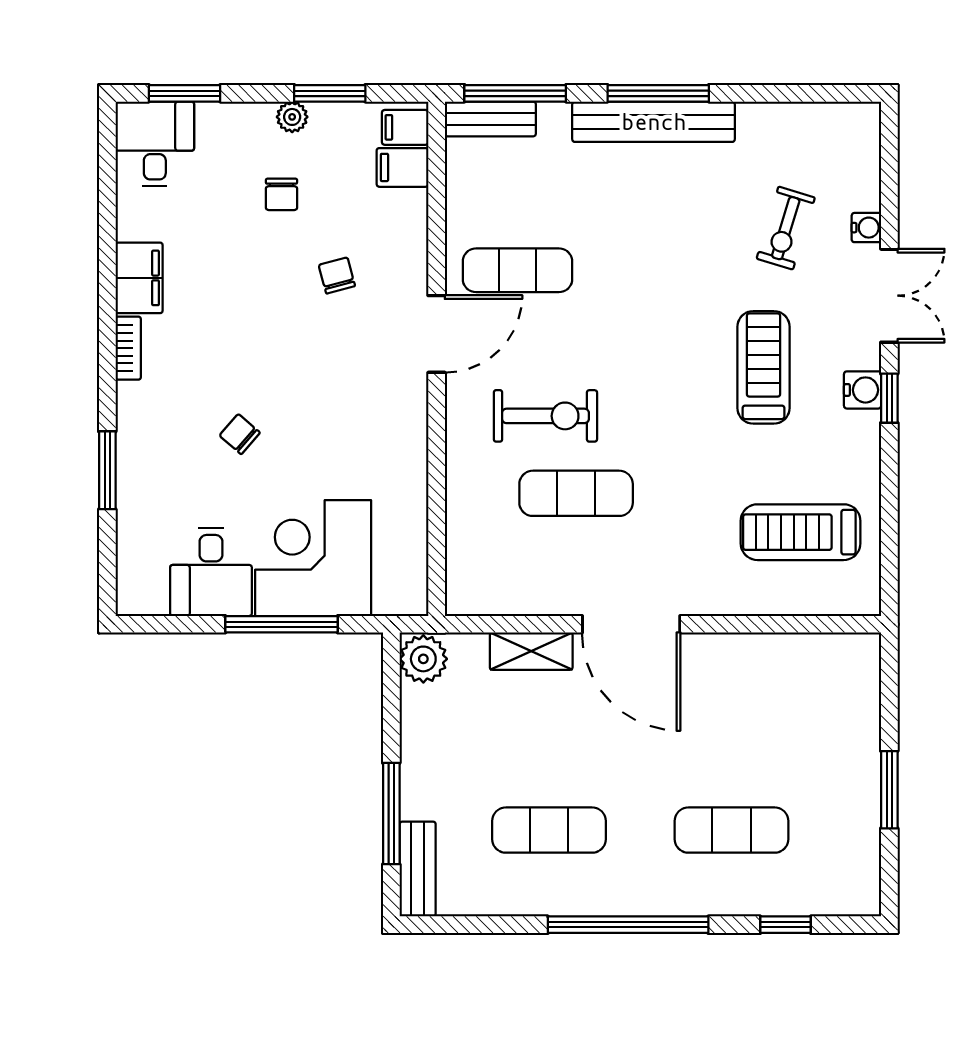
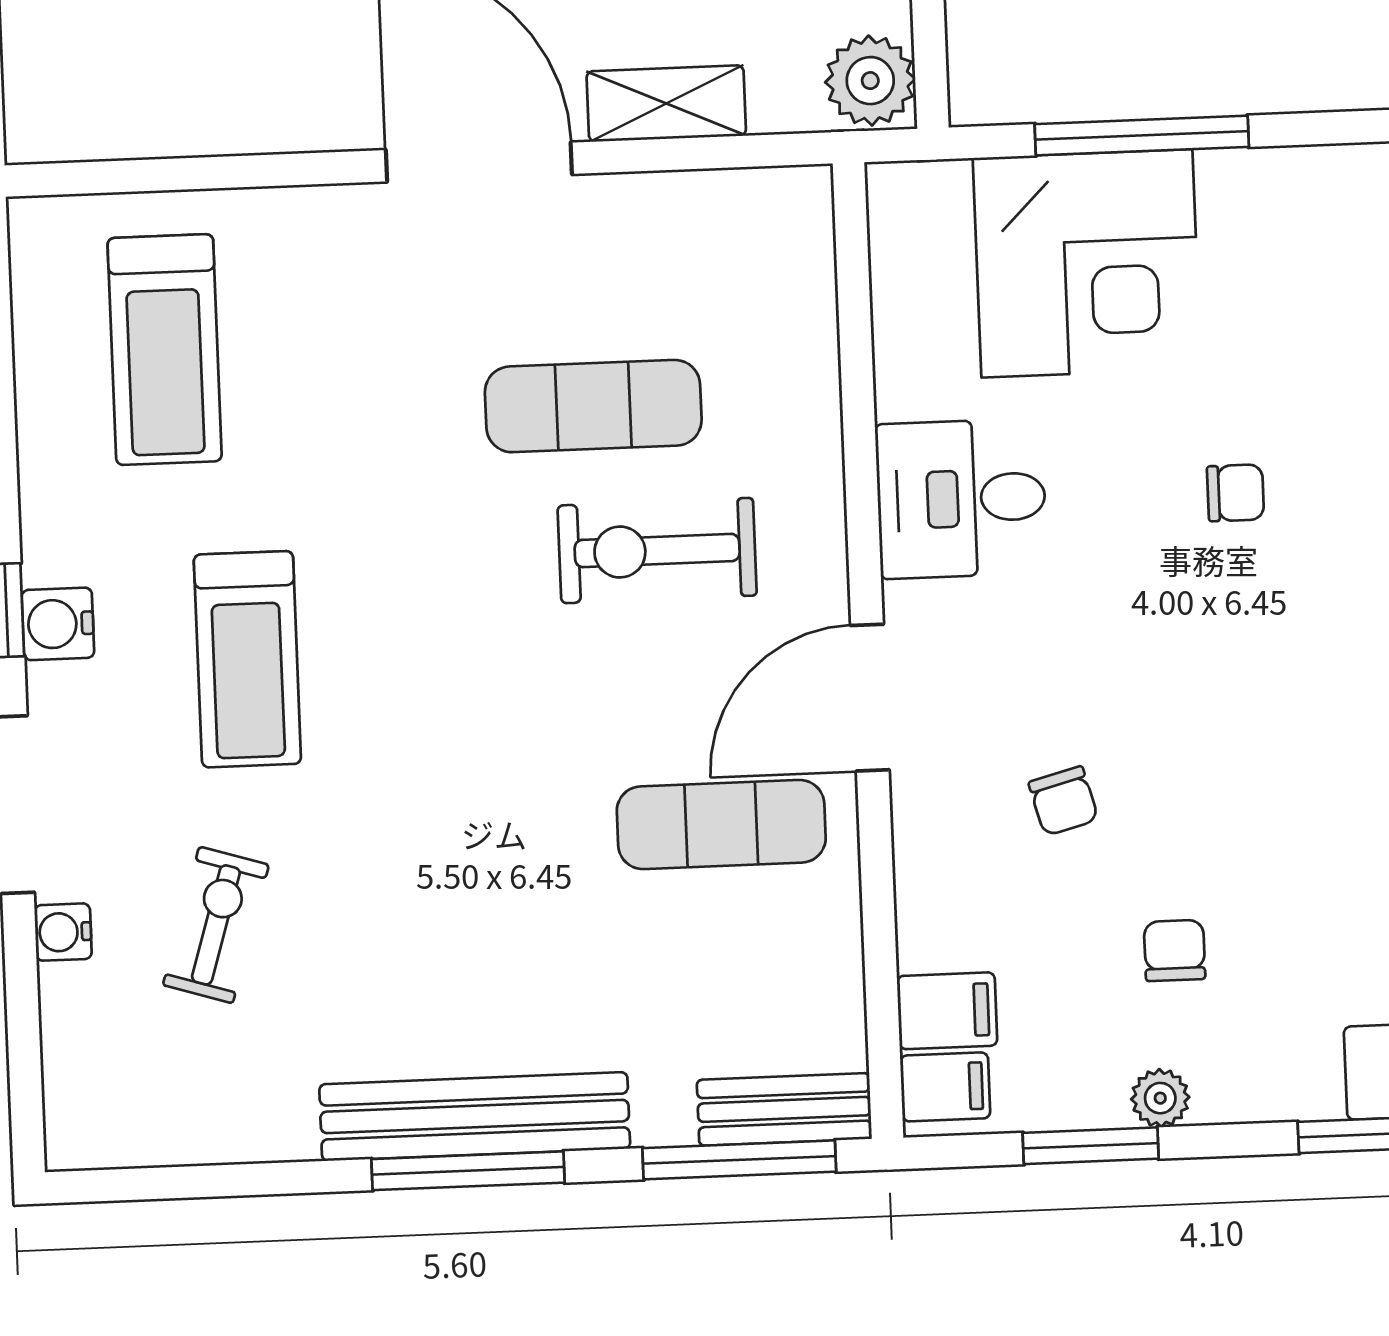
chair: (240, 434) -> (1235, 493), turned -41
treadmill: (801, 532) -> (165, 350), turned 90
desk: (211, 572) -> (961, 499), moved, turned -90

